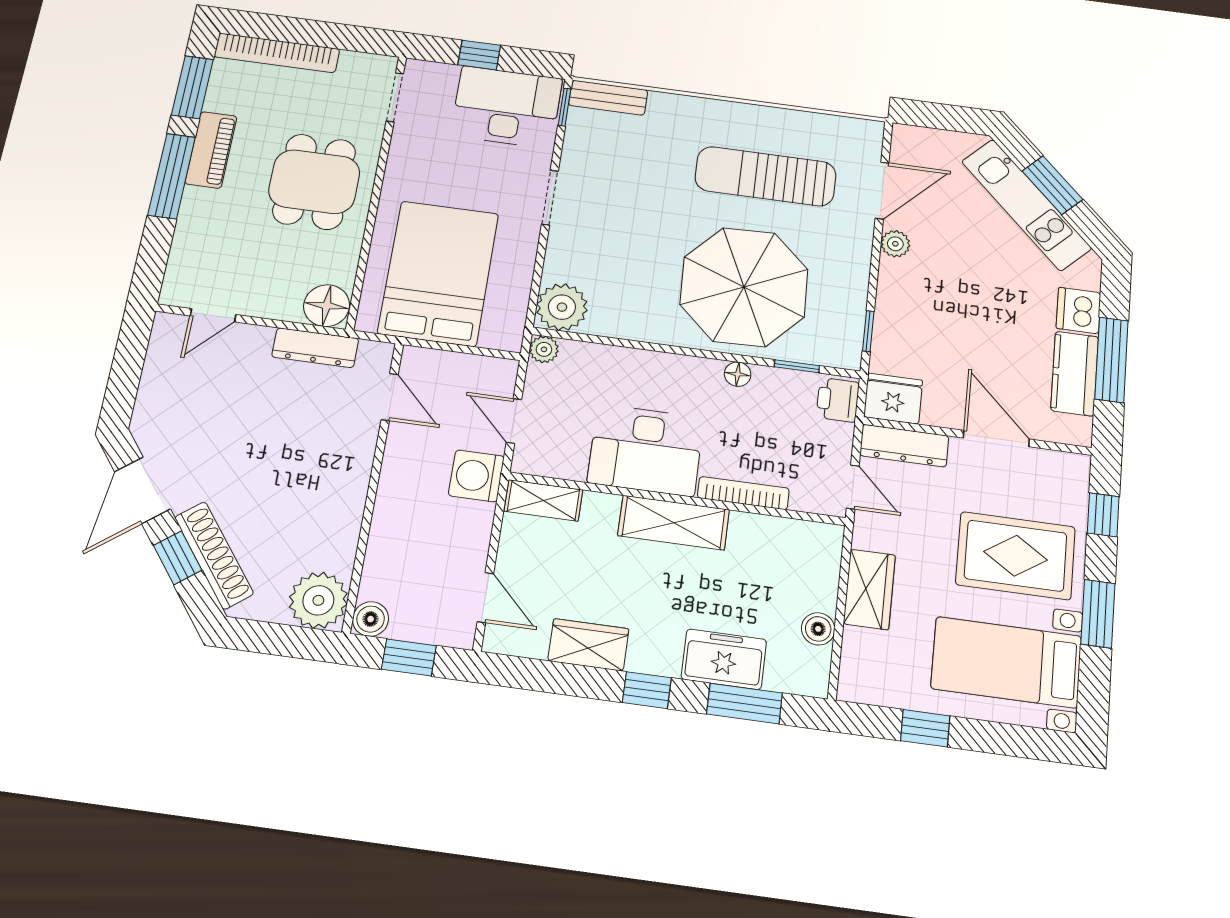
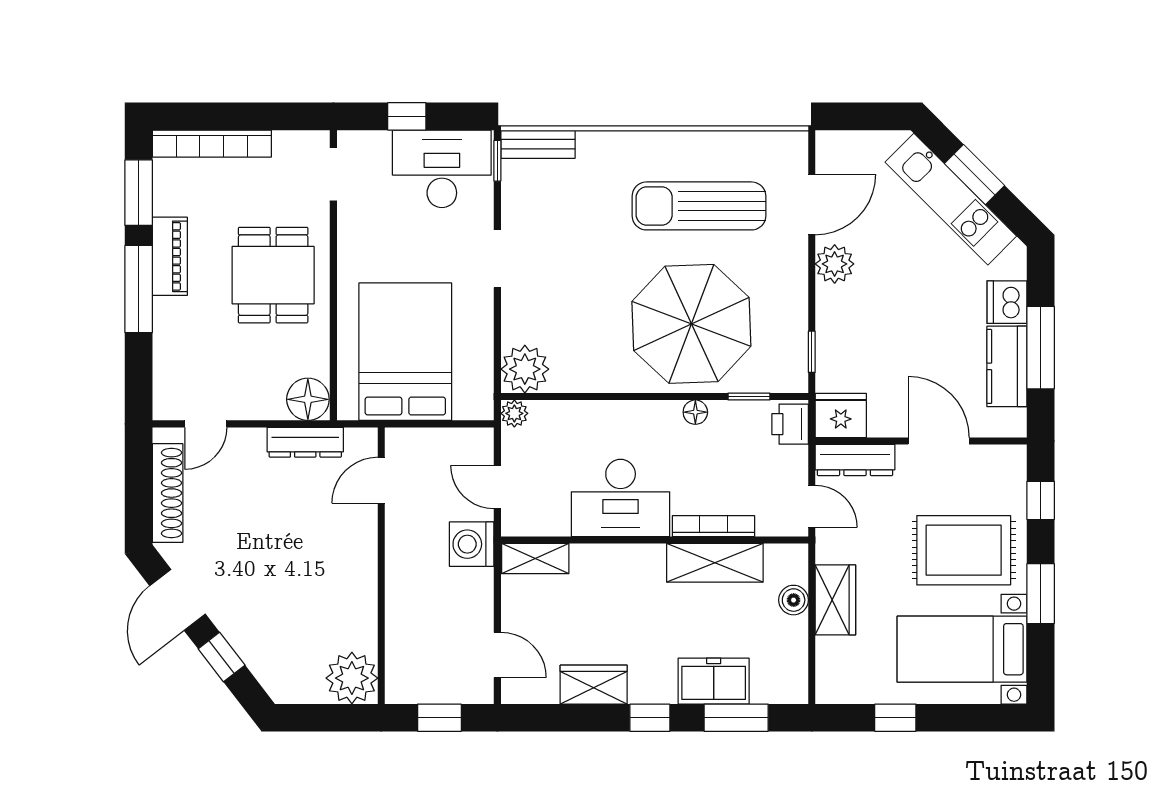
plant: (895, 244) -> (835, 264), width x1.38, depth x1.38
door: (390, 397) -> (381, 480), swing flipped
shelving: (674, 523) -> (715, 563), moved
shoe rack: (214, 555) -> (168, 493), moved, turned 38
boiler: (371, 619) -> (400, 688), removed
boiler: (818, 629) -> (794, 600), moved

